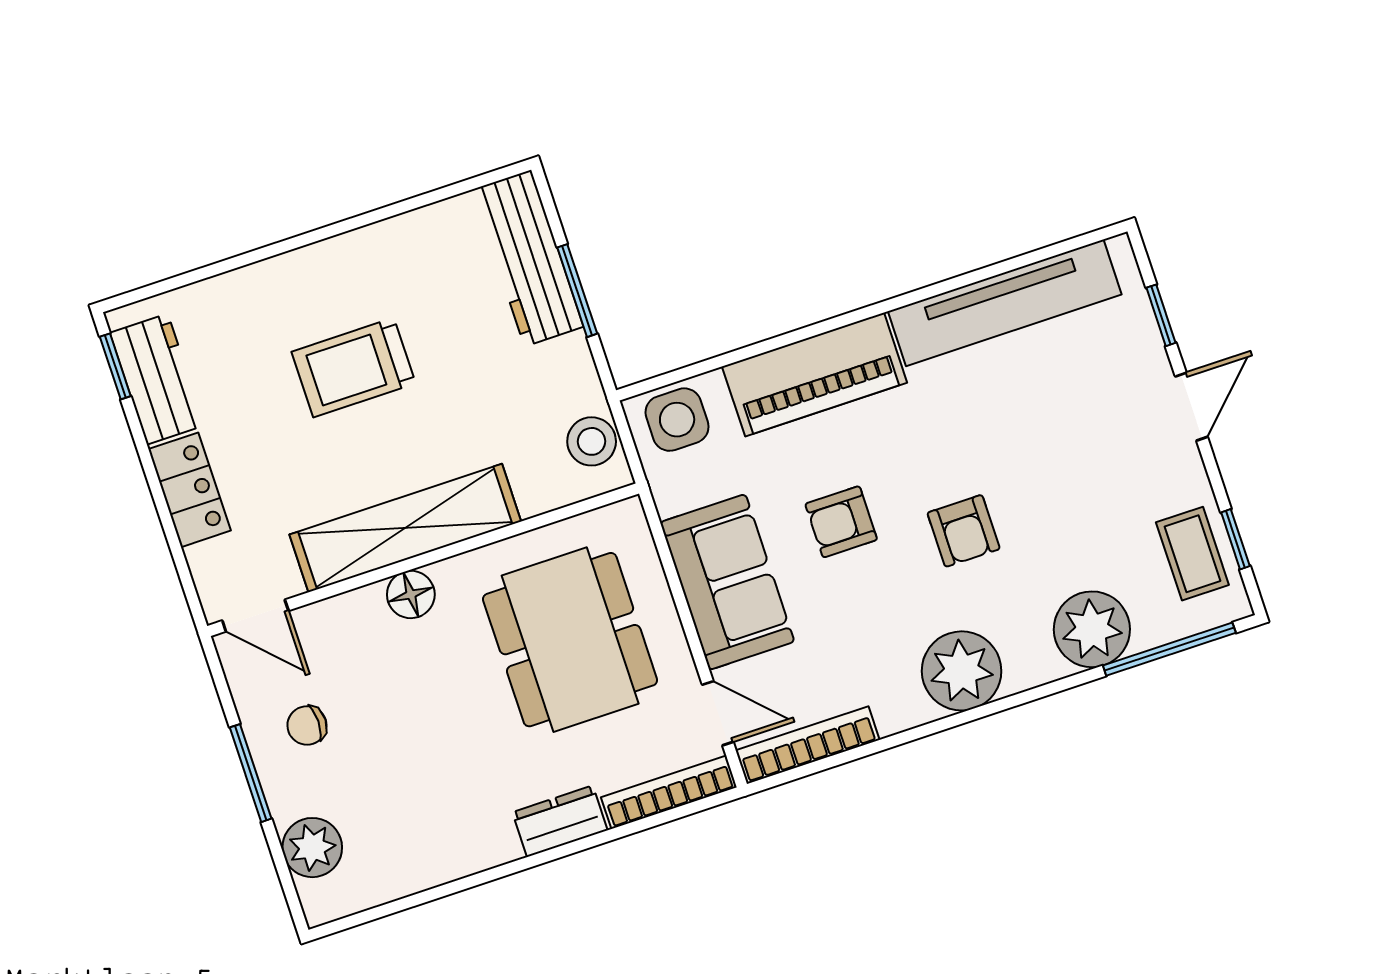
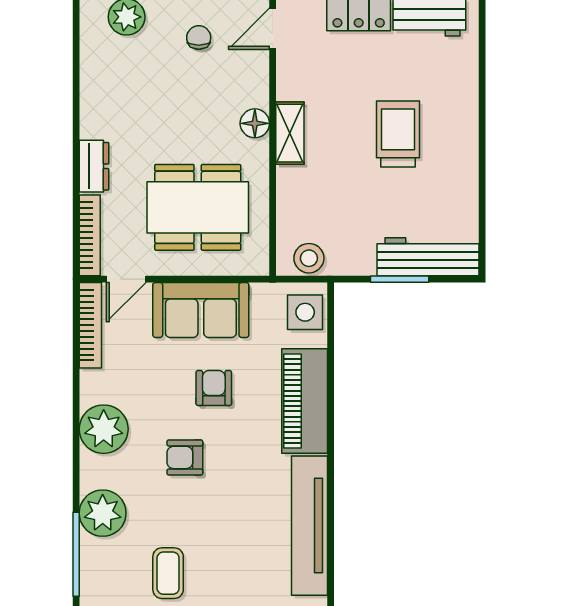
shelving: (405, 528) -> (290, 133), width x0.45, depth x0.75
coffee table: (1192, 554) -> (168, 573), moved, turned 90

